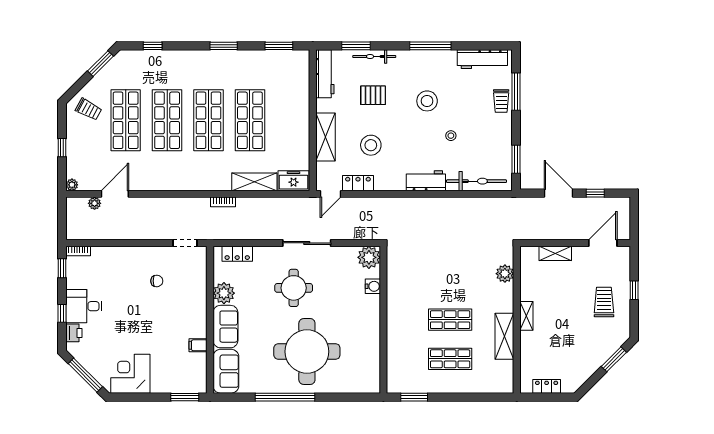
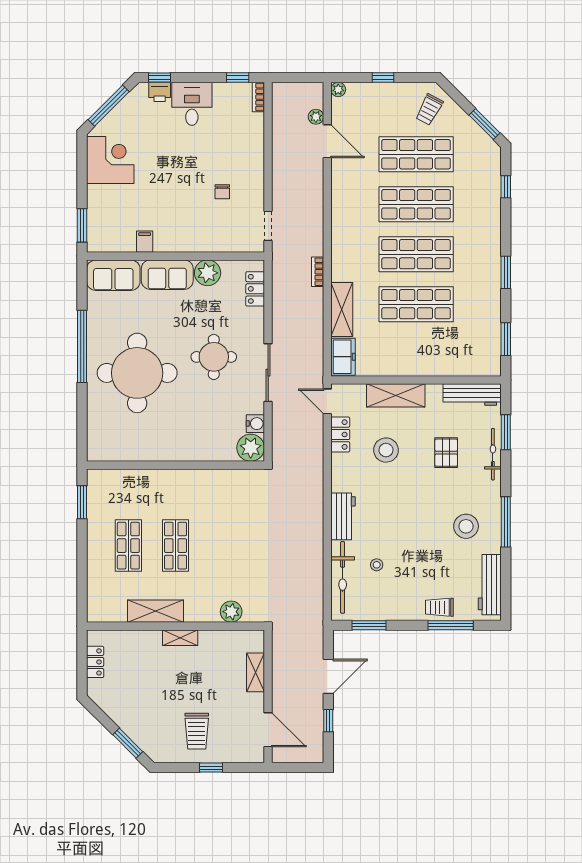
stool: (427, 101) -> (466, 526), moved
stool: (451, 136) -> (377, 565), moved
water cooler: (373, 286) -> (255, 424), moved, turned -90
trolley: (604, 302) -> (197, 731), turned 90
window: (62, 313) -> (159, 78), moved

